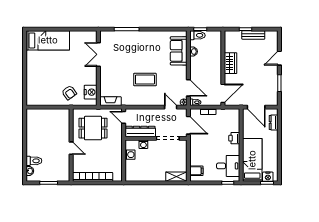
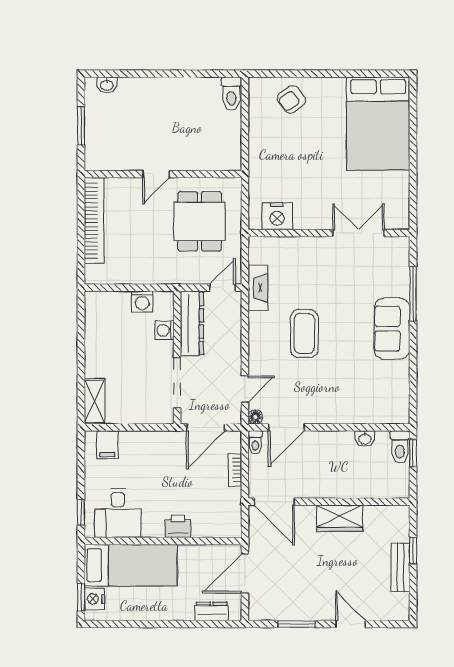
bed: (48, 40) -> (378, 124), width x1.50
sofa: (179, 51) -> (392, 329), moved, turned -90
armchair: (69, 93) -> (291, 99), moved
fireplace: (110, 101) -> (258, 288), moved
toilet: (34, 161) -> (231, 94), moved

